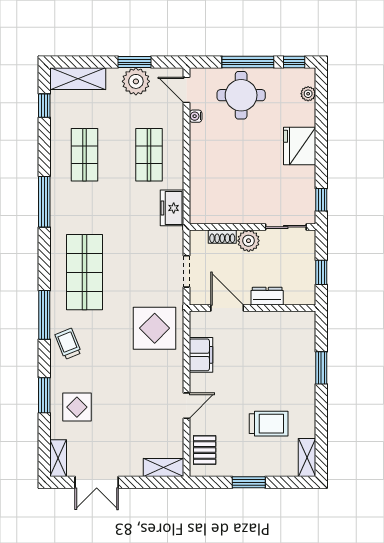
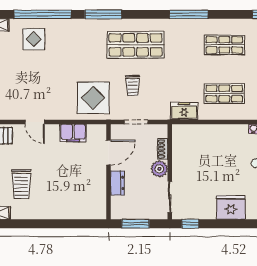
window: (321, 272) -> (135, 224), width x1.50
trolley: (68, 344) -> (133, 86), moved, turned 112
window: (321, 368) -> (63, 224), removed
window: (44, 395) -> (43, 14), width x2.11

